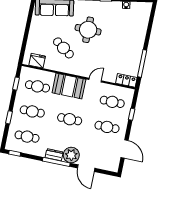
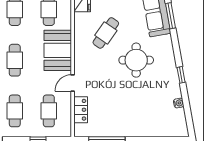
door: (95, 80) -> (73, 83), swing flipped
locker: (126, 80) -> (81, 110), moved

